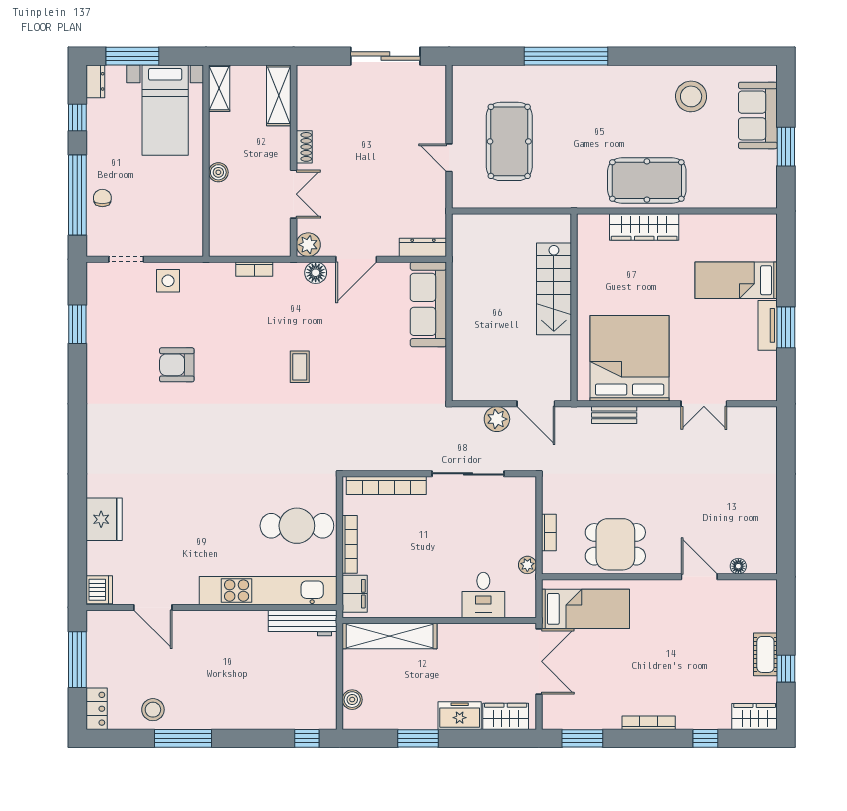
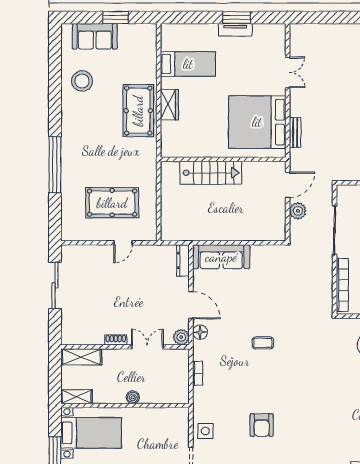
wardrobe: (644, 227) -> (169, 105), width x0.67
bed: (736, 280) -> (188, 64), moved, turned -90

